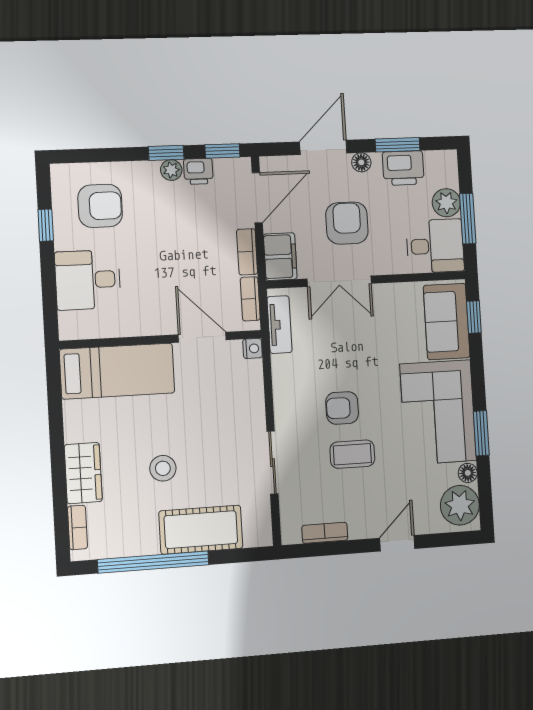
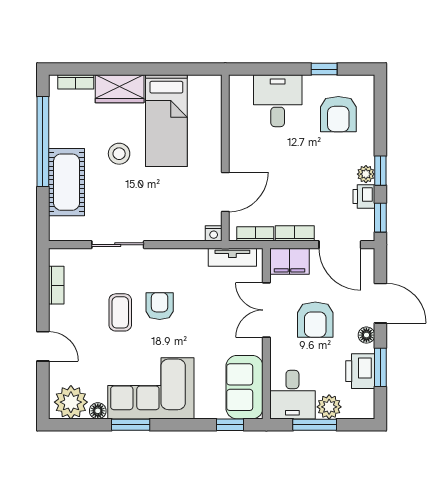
armchair: (347, 223) -> (315, 320), turned 90
sofa: (447, 322) -> (245, 387), moved, turned -90
bed: (117, 371) -> (166, 121), moved

